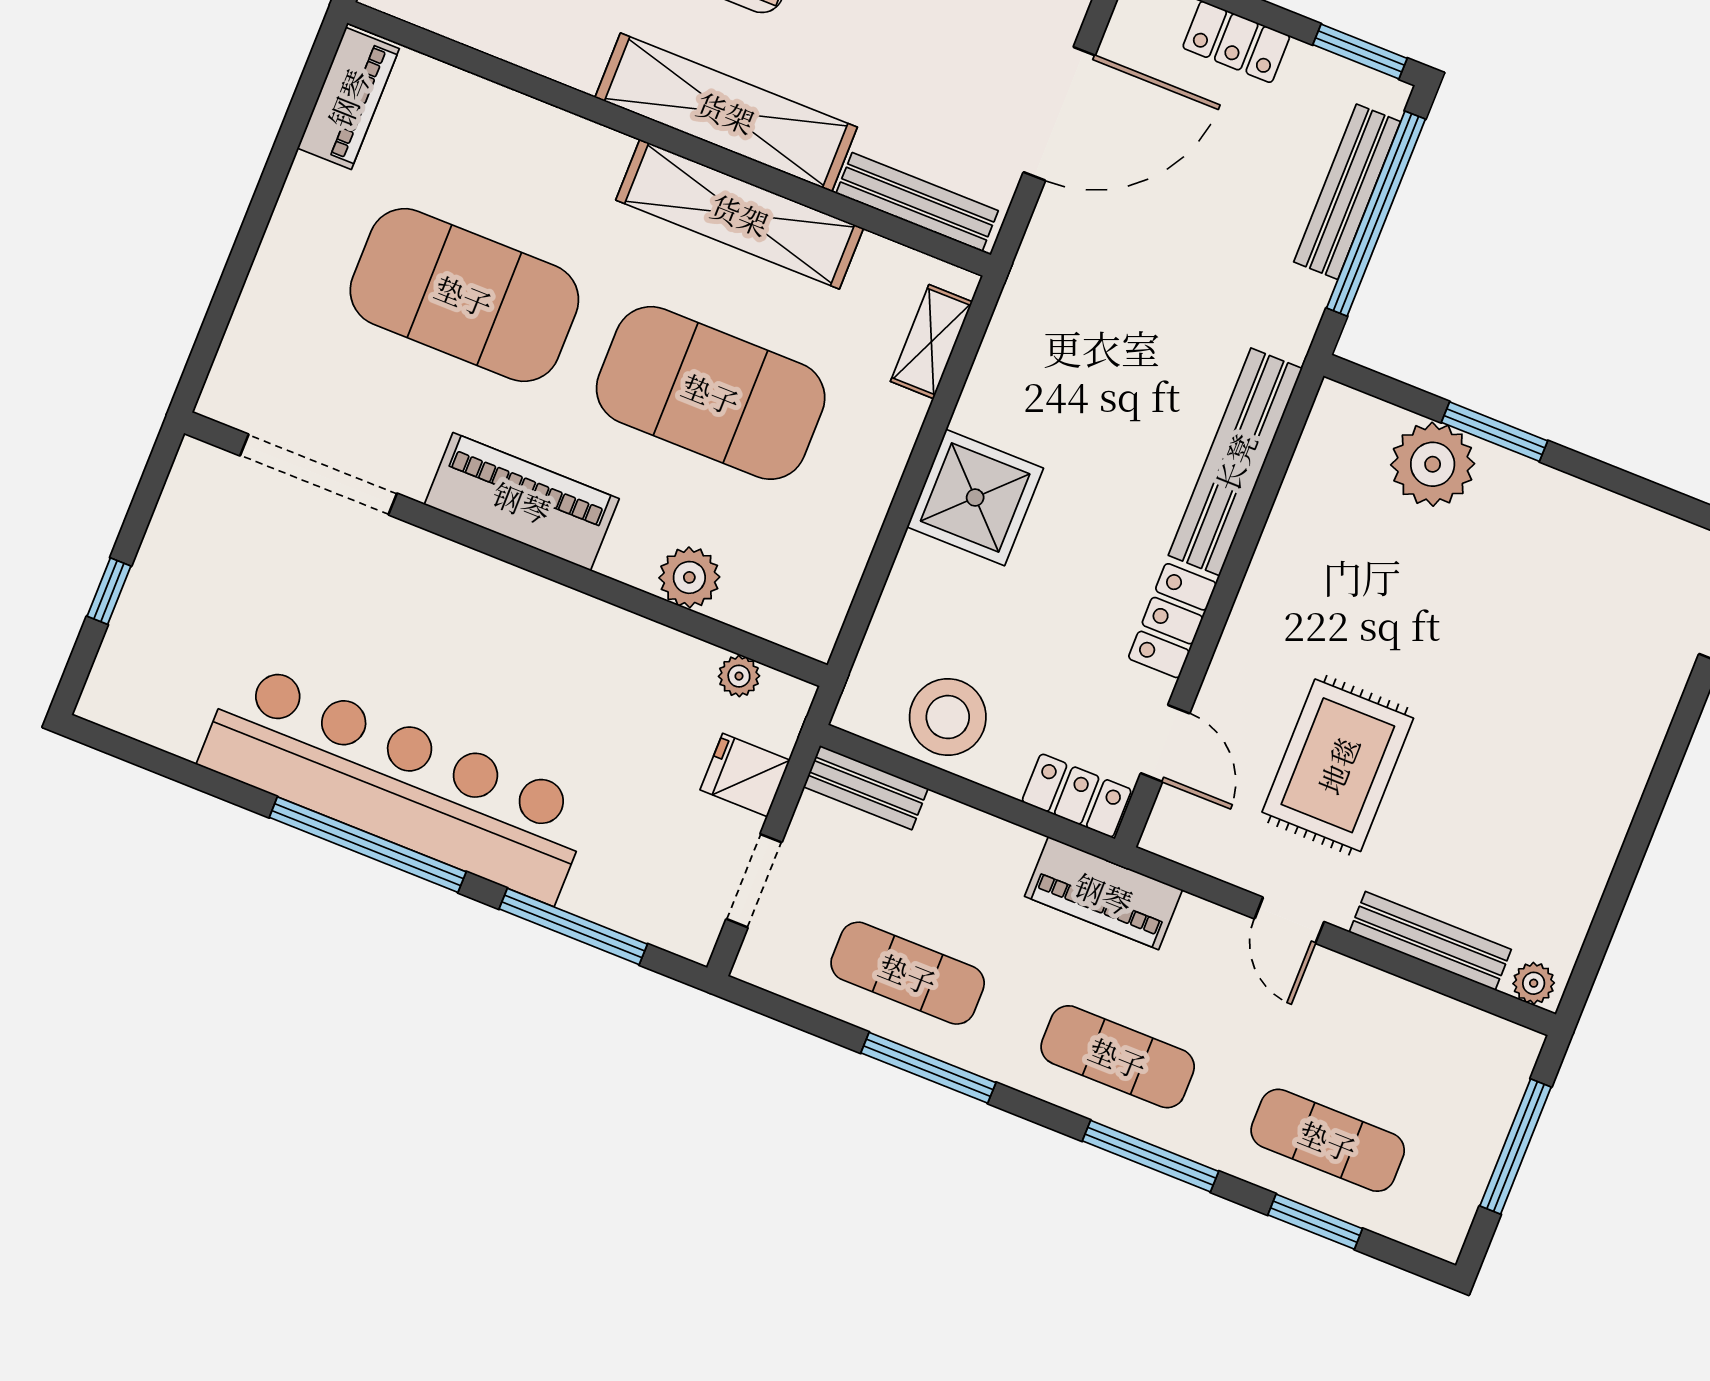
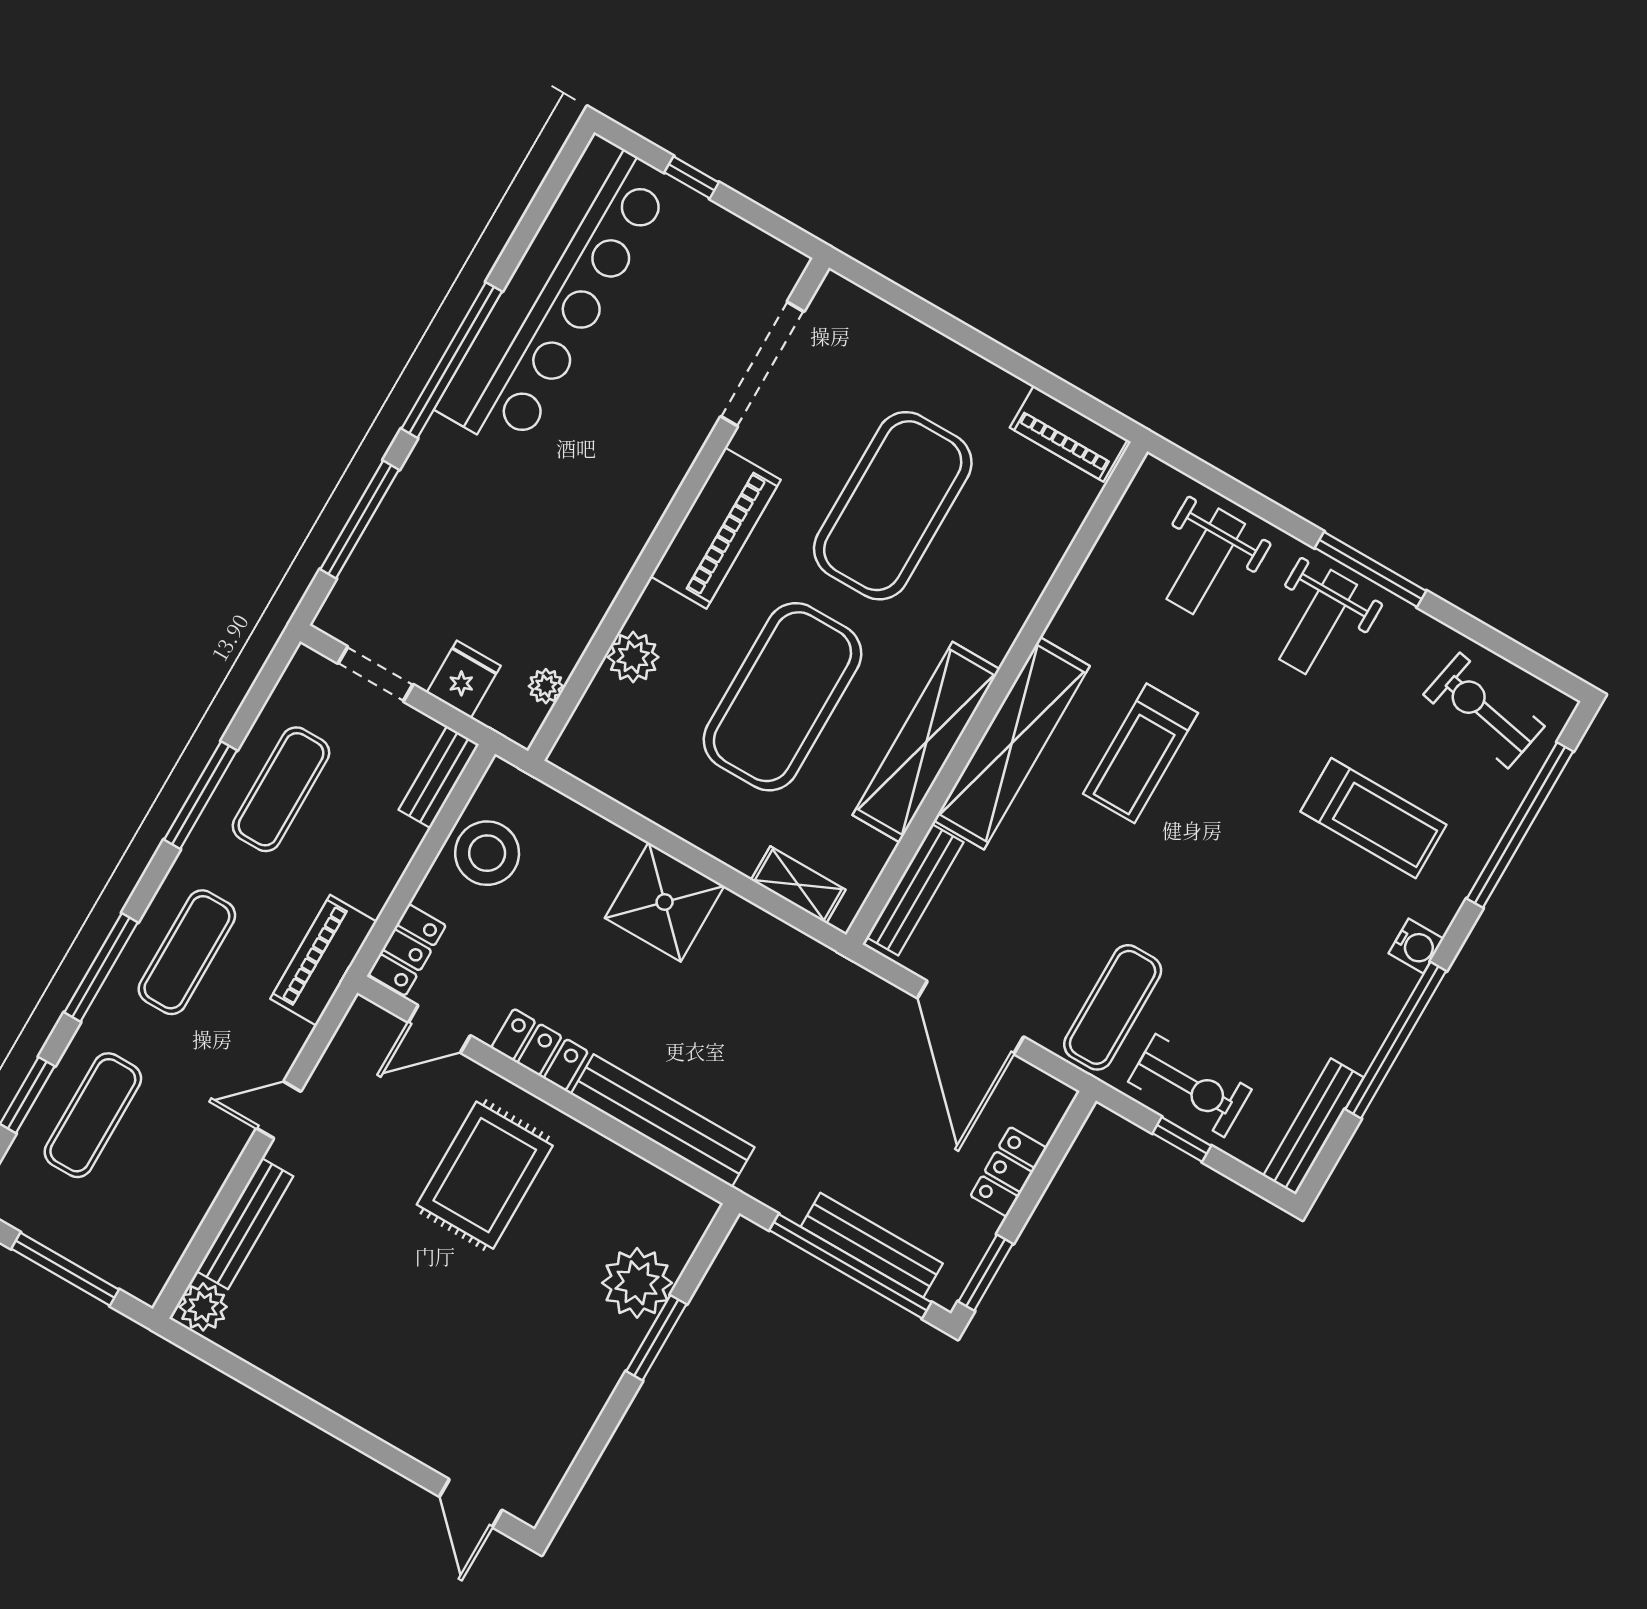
rug: (1338, 765) -> (485, 1175), moved, turned 90
bar counter: (396, 782) -> (555, 295), moved
plant: (1534, 983) -> (203, 1307), width x1.38, depth x1.38

